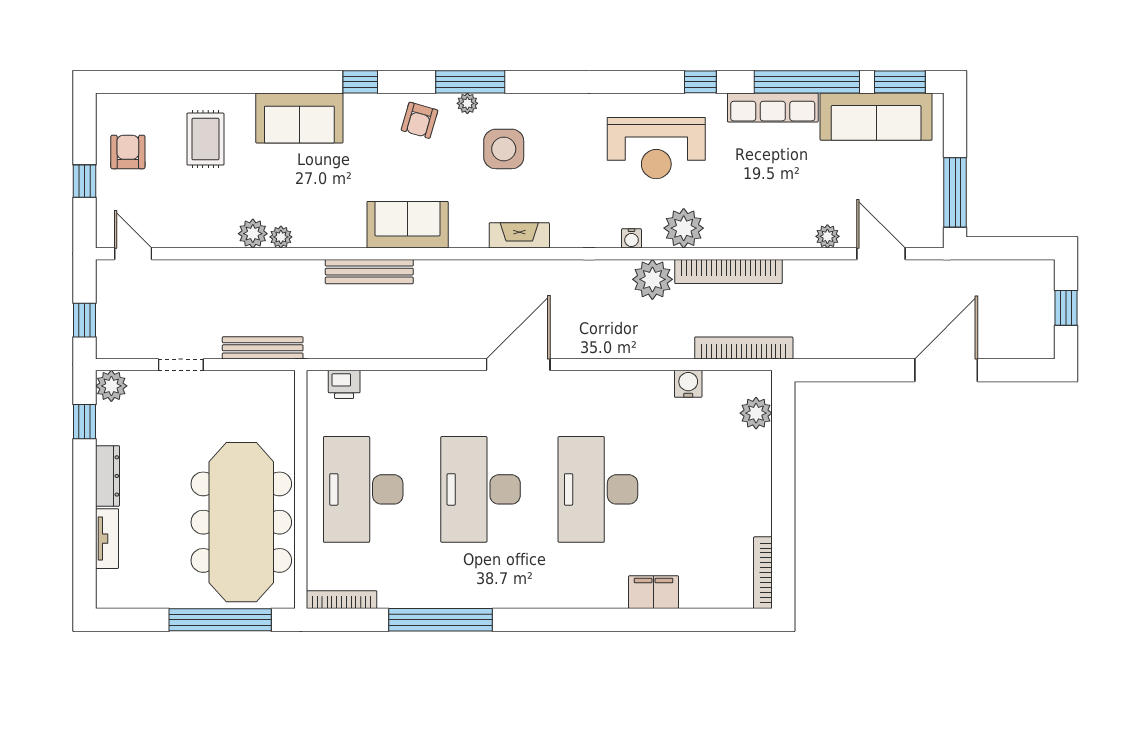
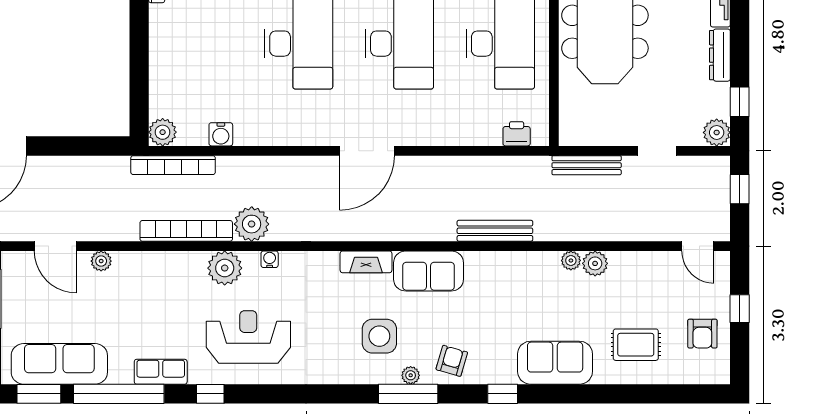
row of seats: (773, 108) -> (161, 372), width x0.68
rug: (205, 139) -> (636, 345), turned 90
sofa: (408, 225) -> (429, 271), moved
plant: (756, 413) -> (163, 132), moved

